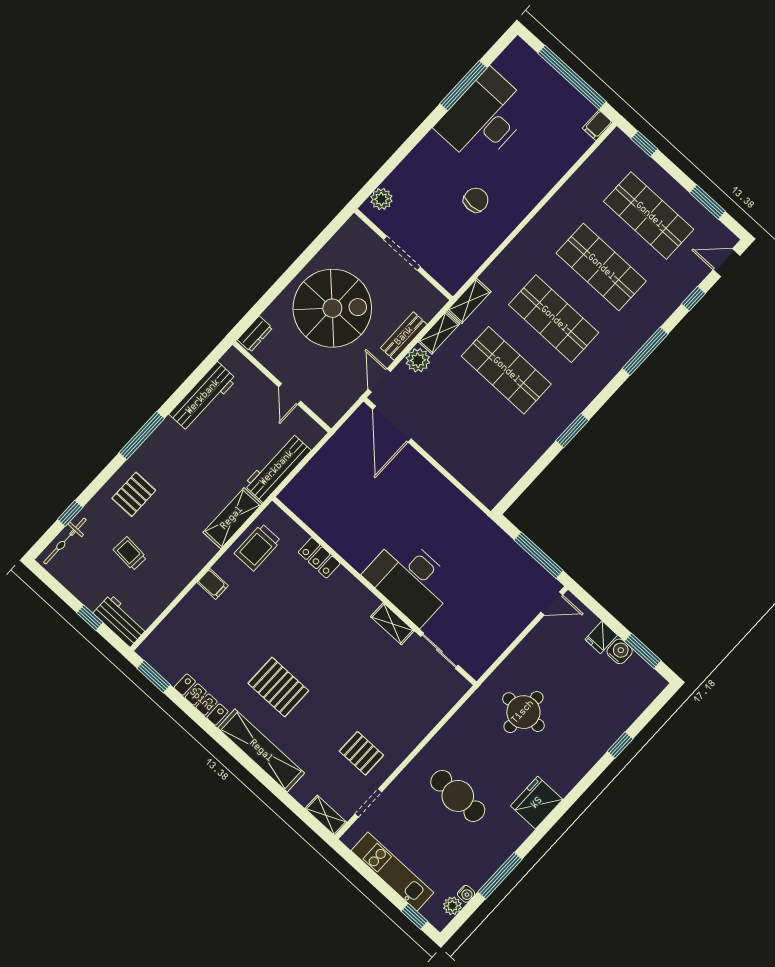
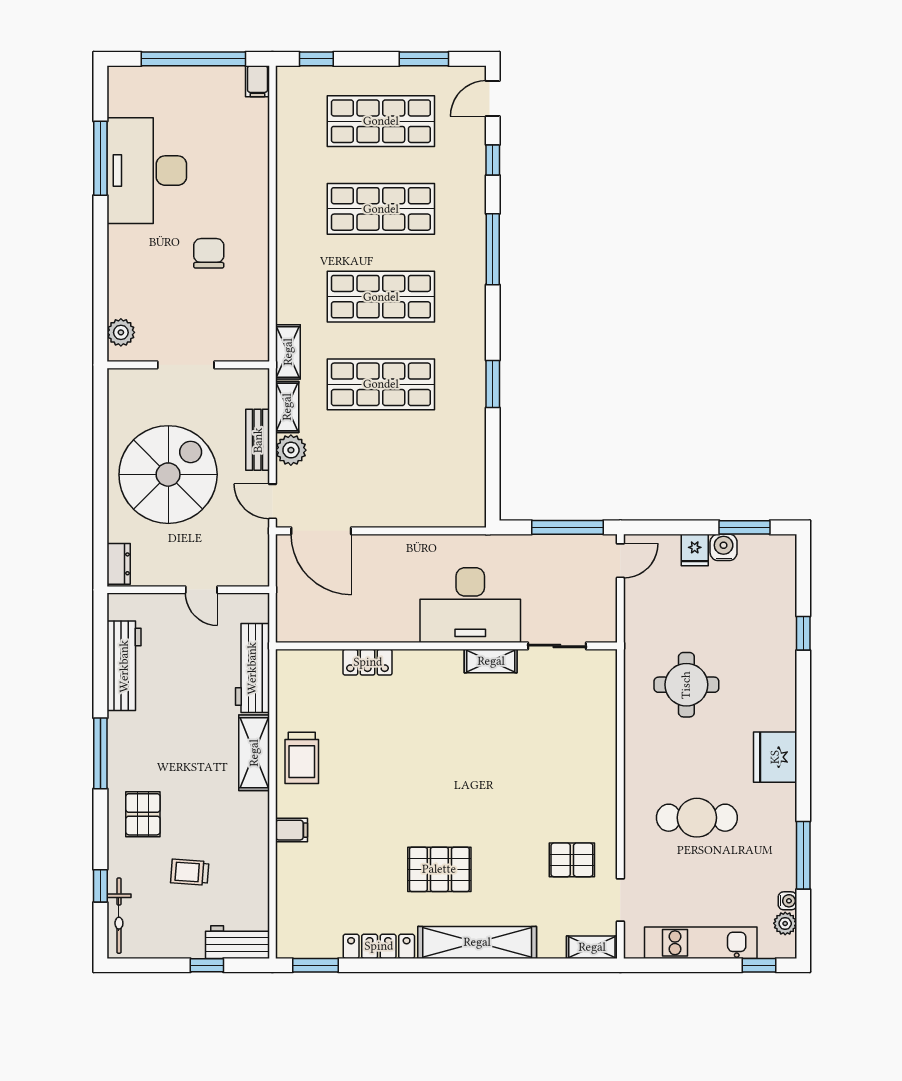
locker: (319, 558) -> (368, 662), moved
desk: (410, 580) -> (470, 605), moved
wall: (374, 591) -> (446, 646), moved
shelving: (392, 624) -> (491, 661), moved
sliding door: (439, 651) -> (557, 646), moved

